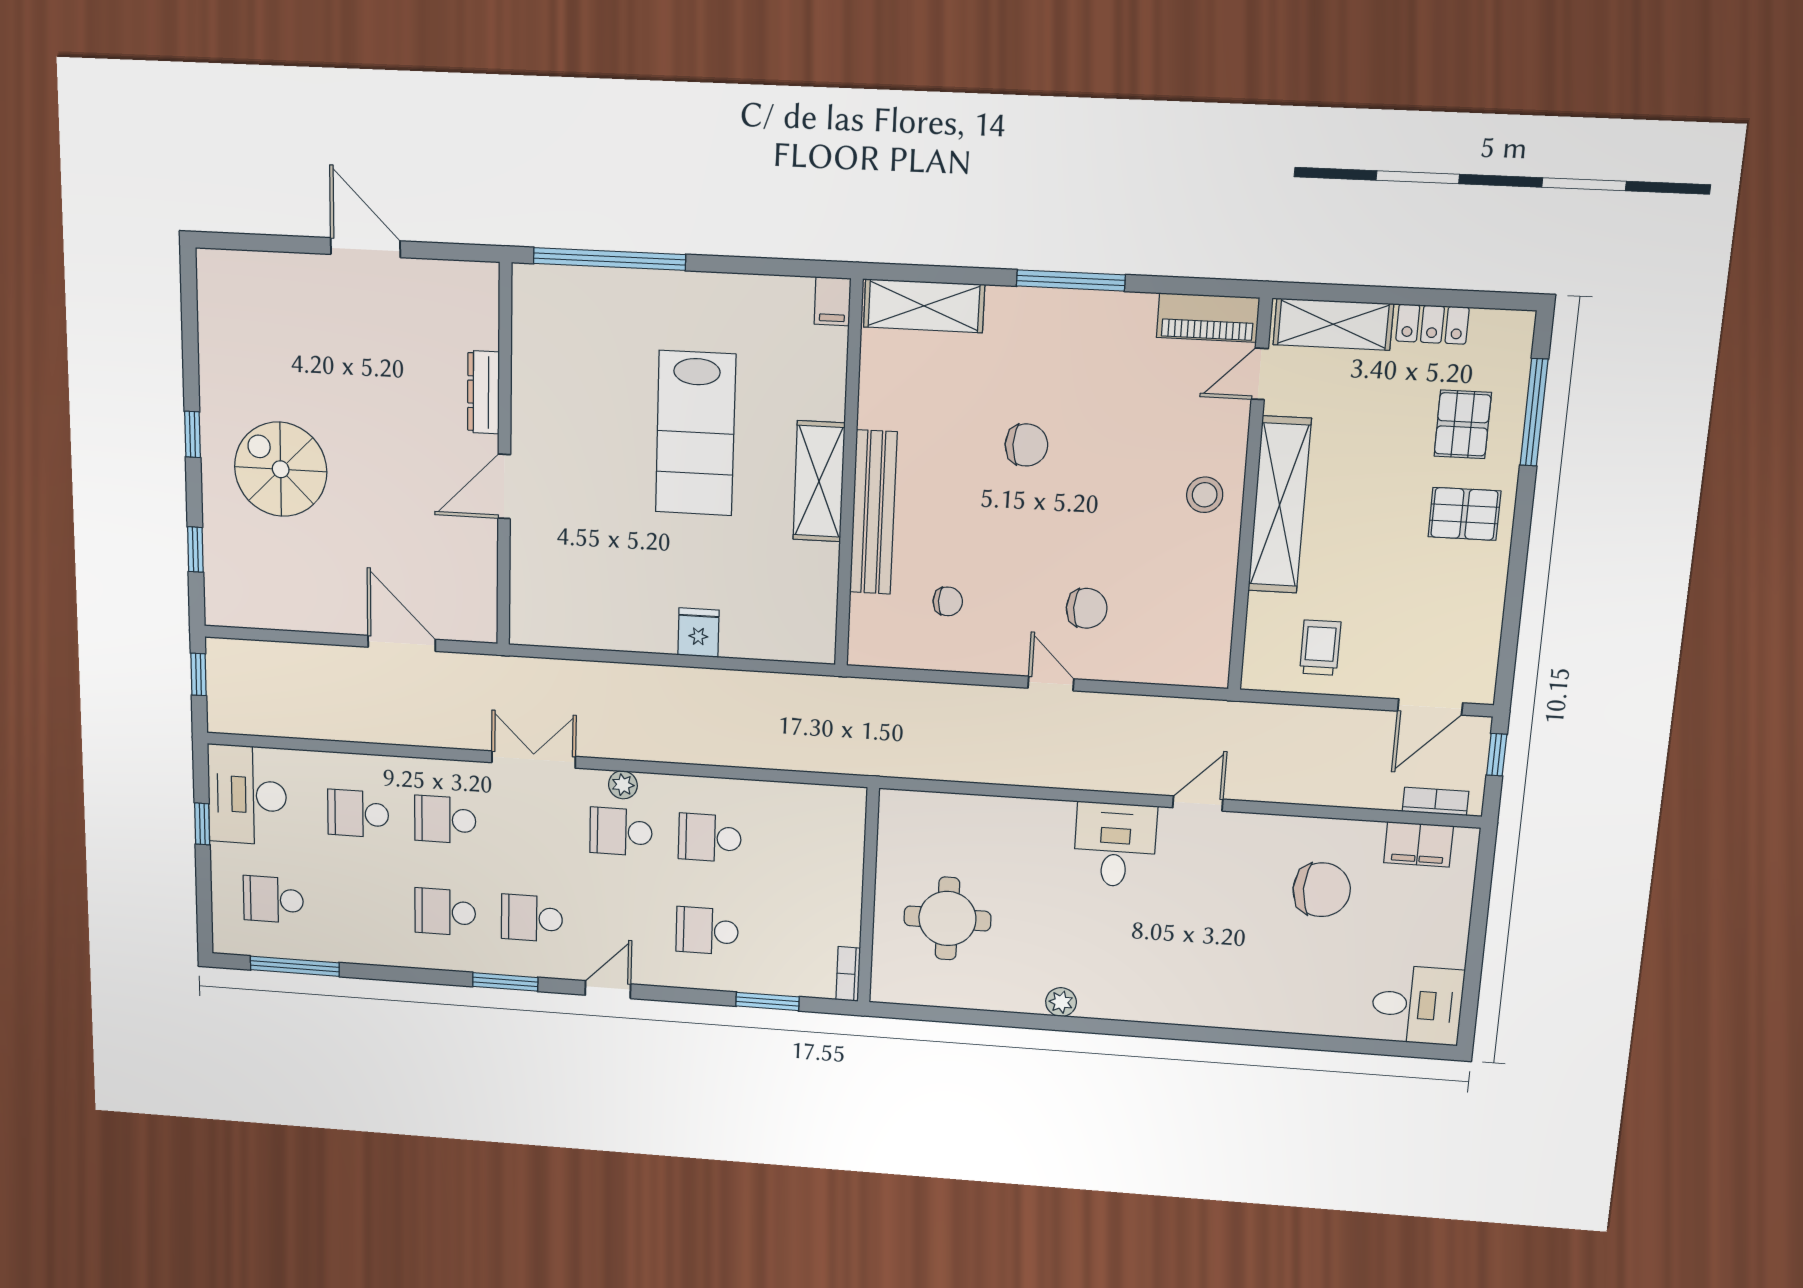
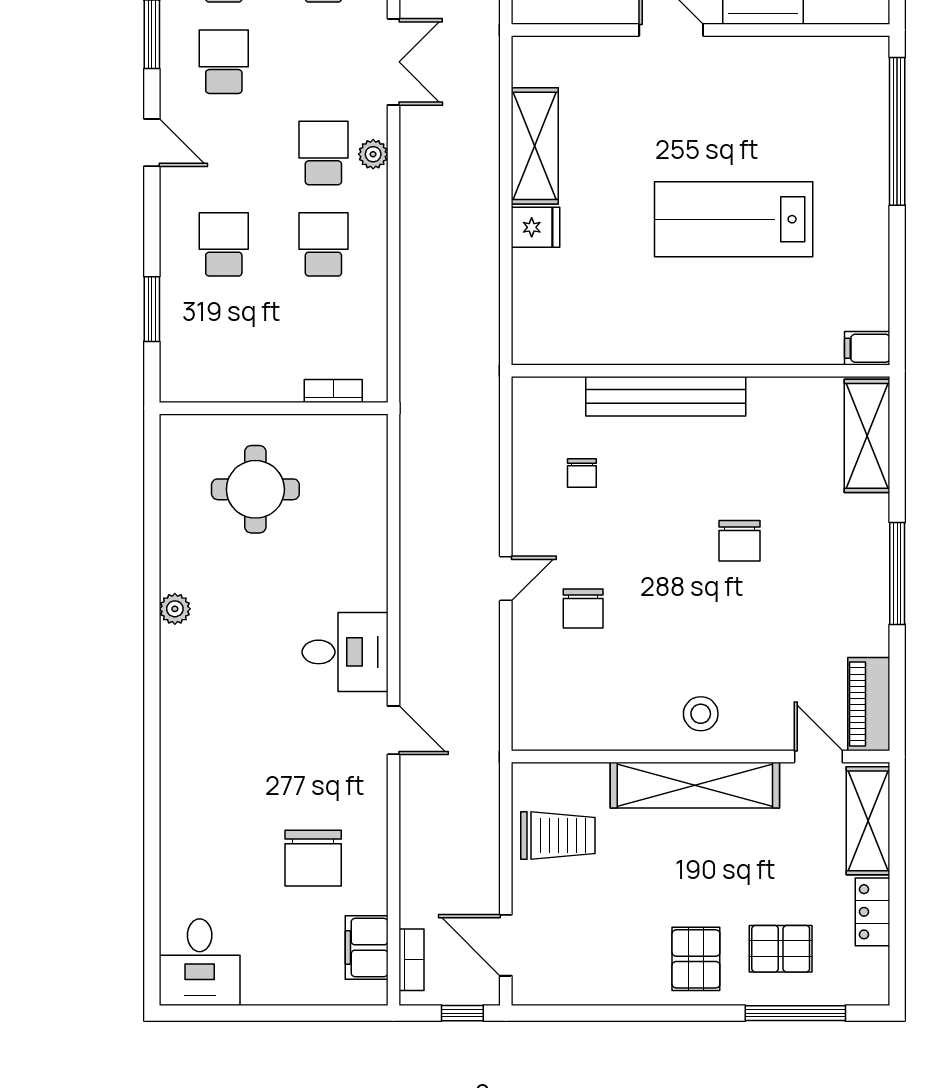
shelving: (819, 481) -> (535, 146), moved, turned 90
trolley: (1320, 648) -> (558, 836), width x1.36, depth x1.39
bookcase: (848, 974) -> (333, 391), moved

